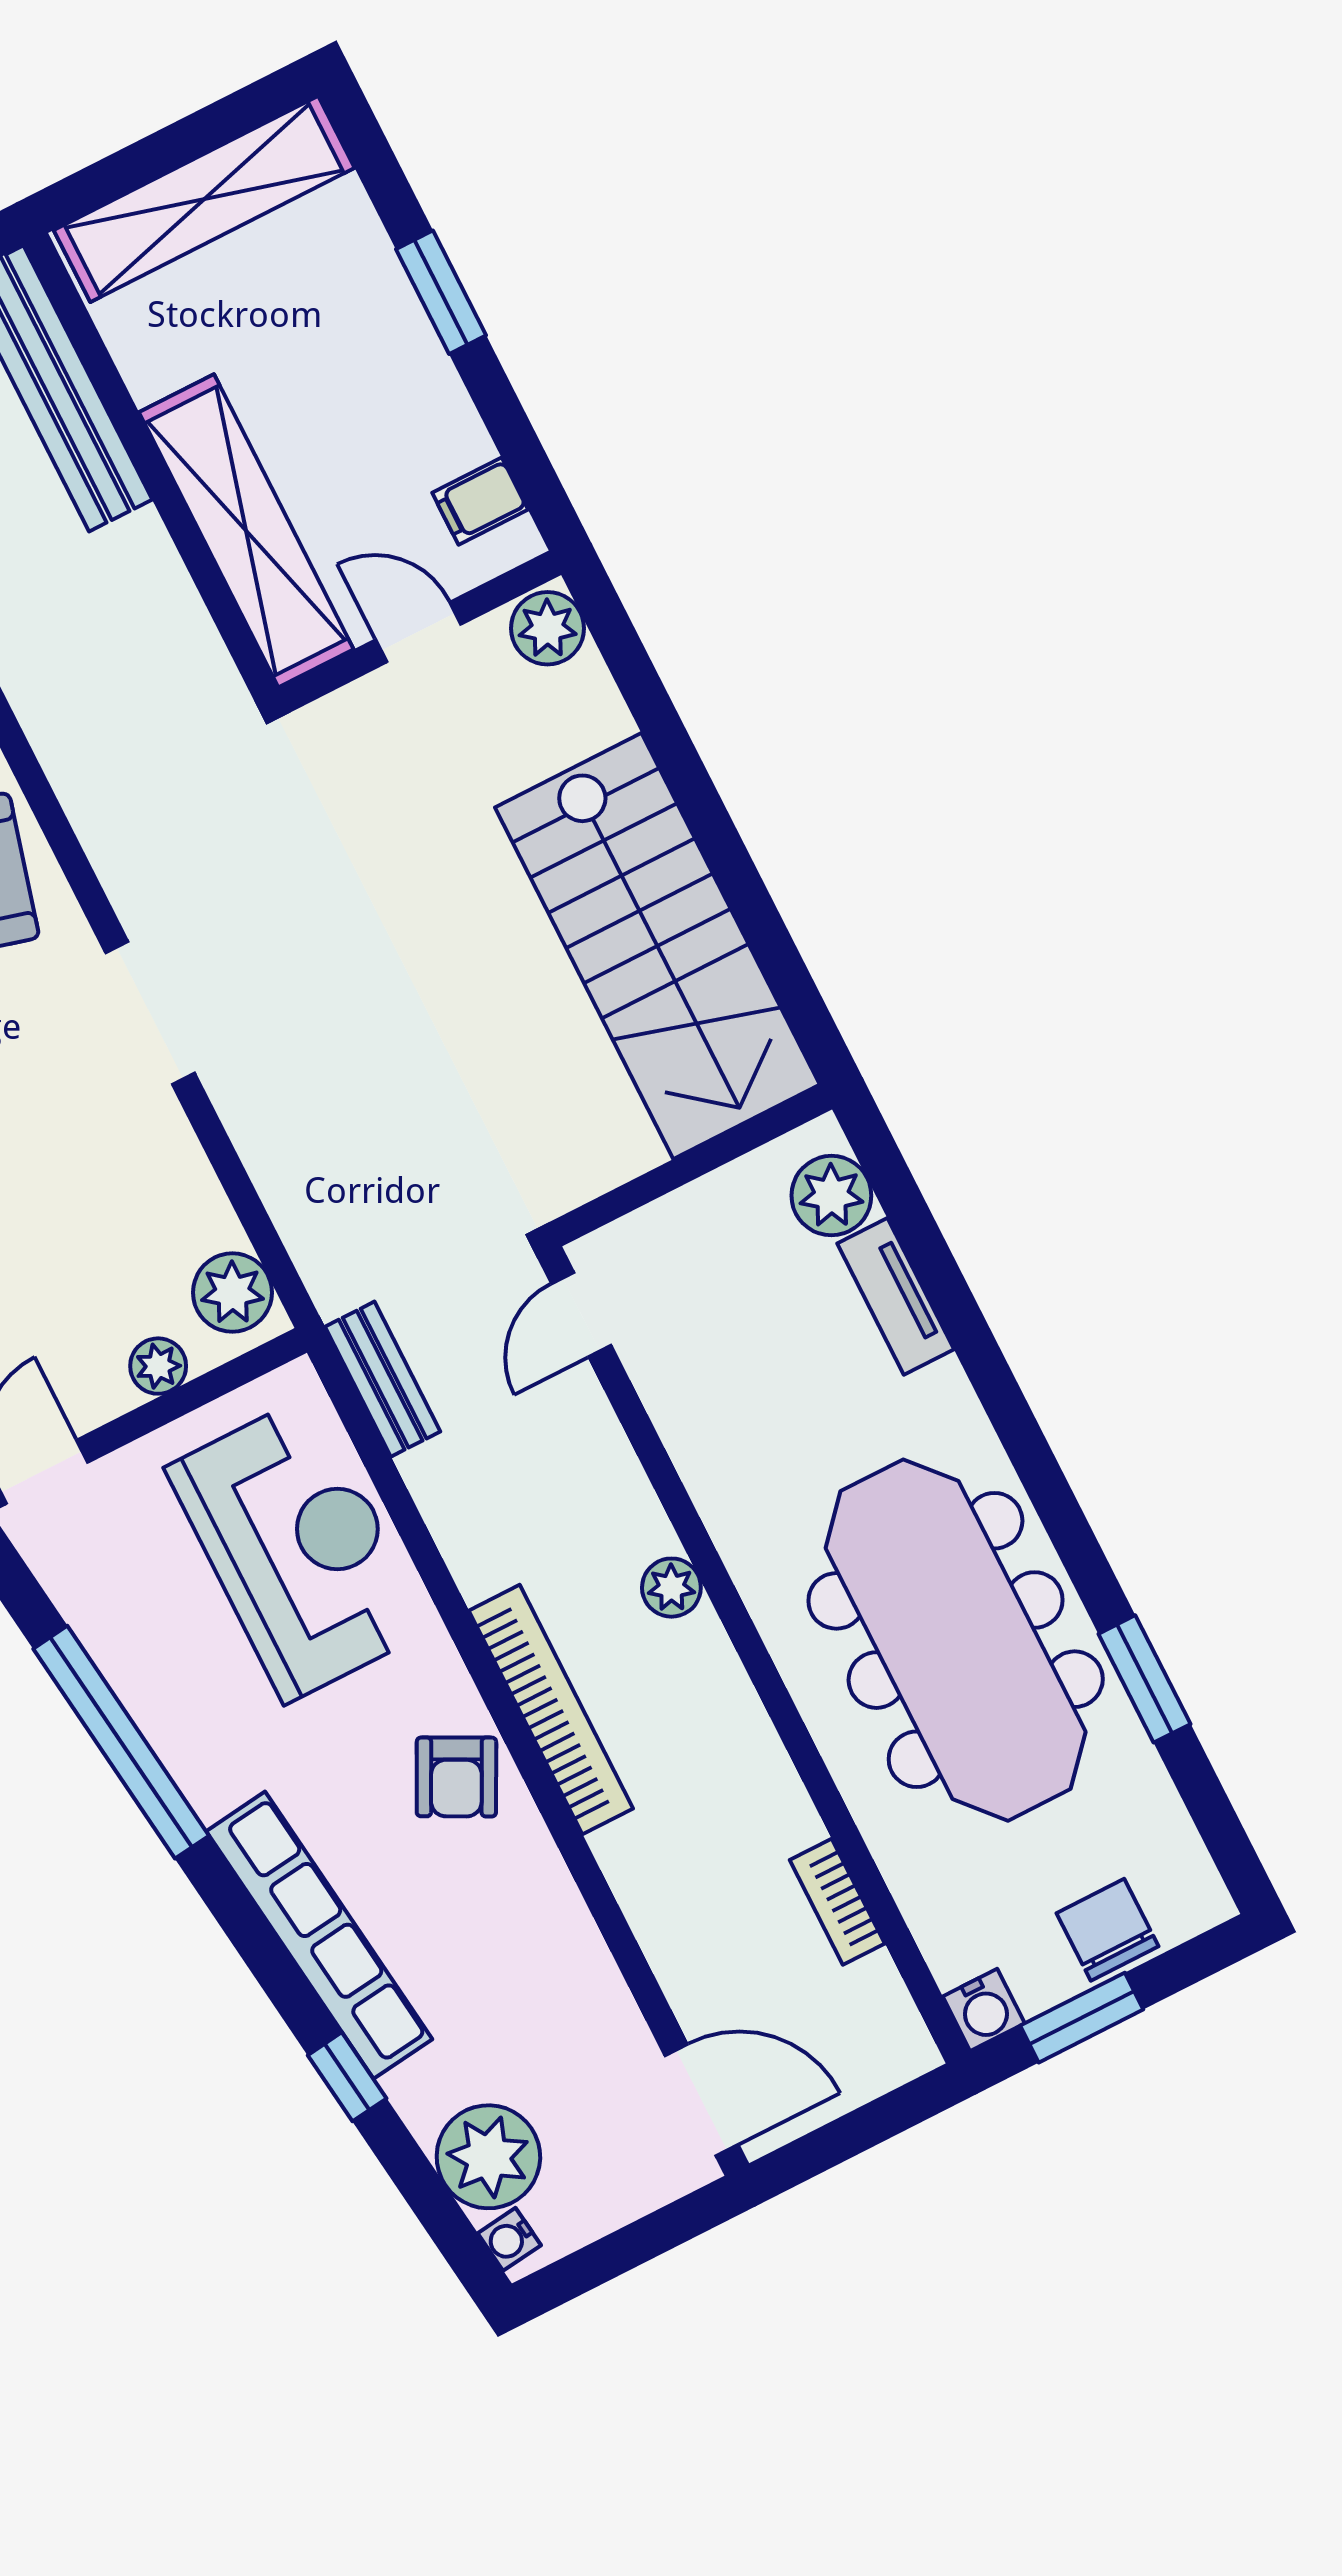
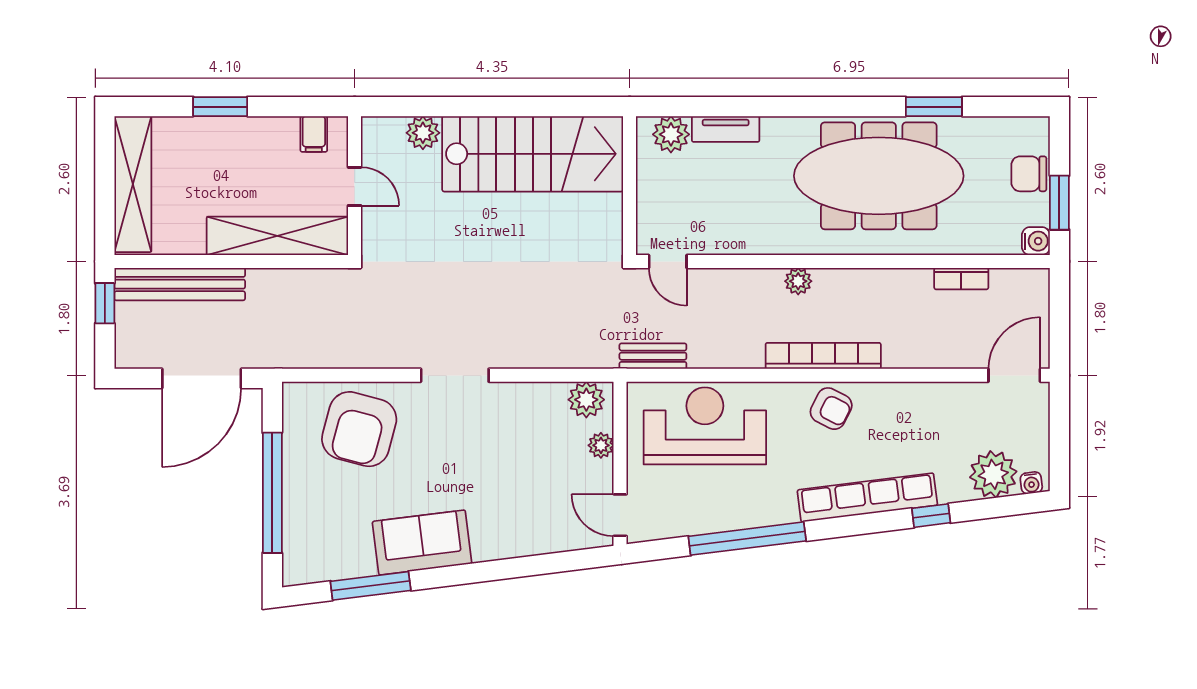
plant: (548, 628) -> (423, 133), moved
door: (418, 632) -> (355, 186), swing flipped

